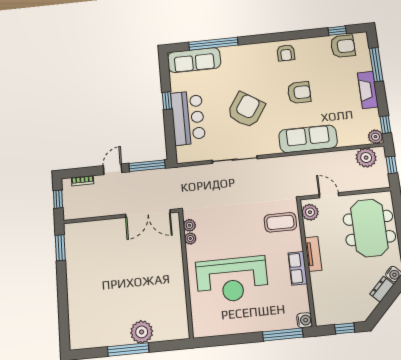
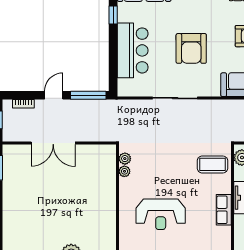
window: (167, 101) -> (113, 15), moved
armchair: (246, 110) -> (191, 48), turned 147
double door: (148, 214) -> (53, 143), moved
reception desk: (232, 280) -> (161, 214), width x0.74, depth x0.77

